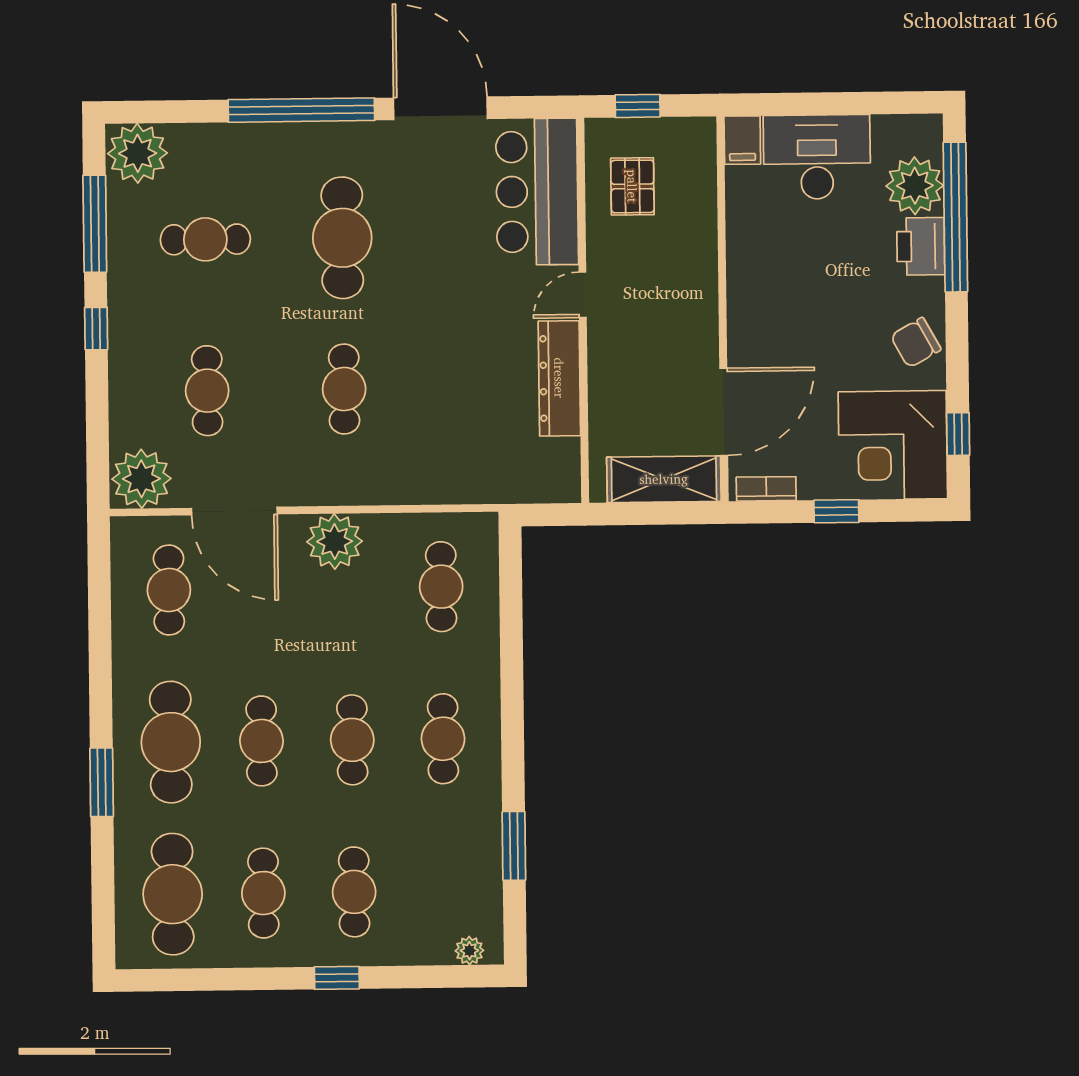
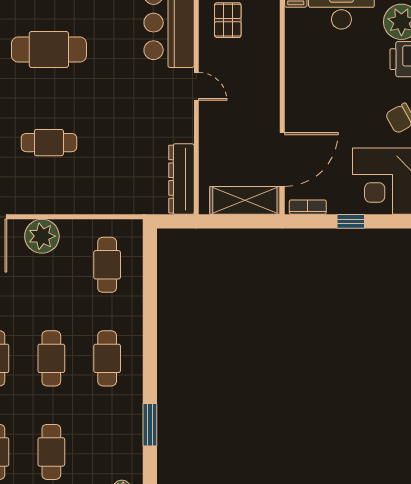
cafe table: (342, 238) -> (49, 50), turned 90
door: (583, 295) -> (196, 86), swing flipped
dresser: (559, 378) -> (181, 179), moved
cafe table: (344, 389) -> (49, 143), turned 90

